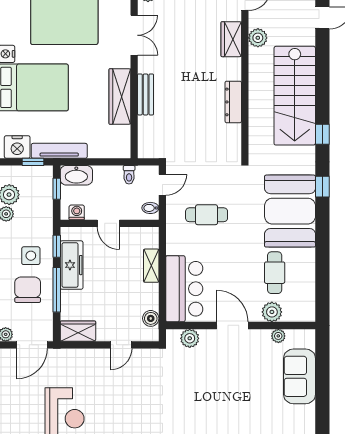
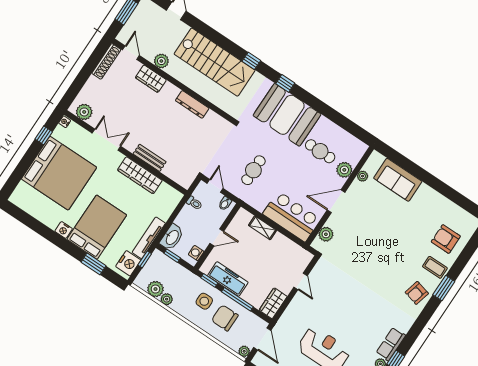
boiler: (151, 318) -> (296, 251), removed

